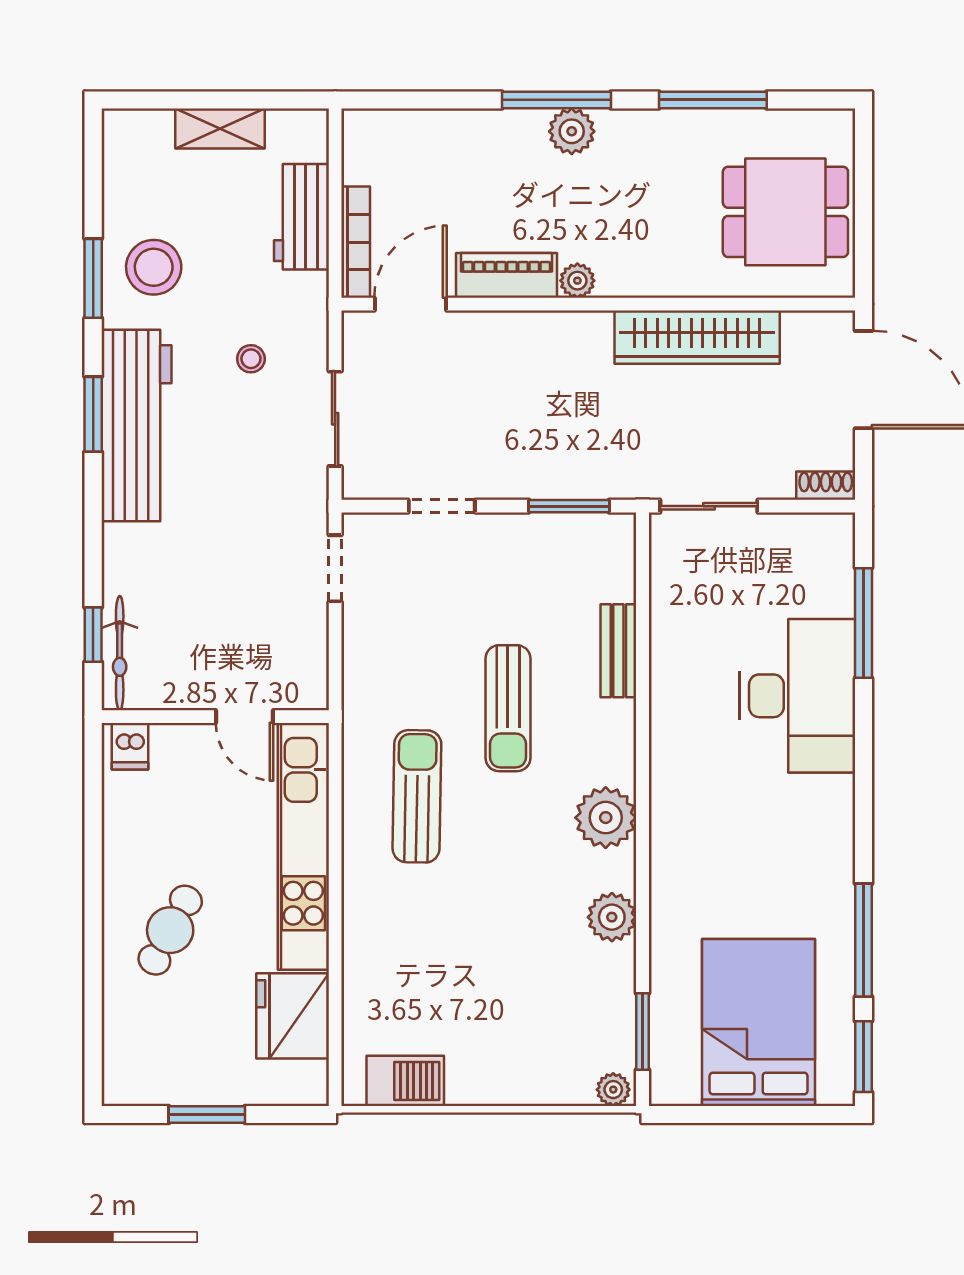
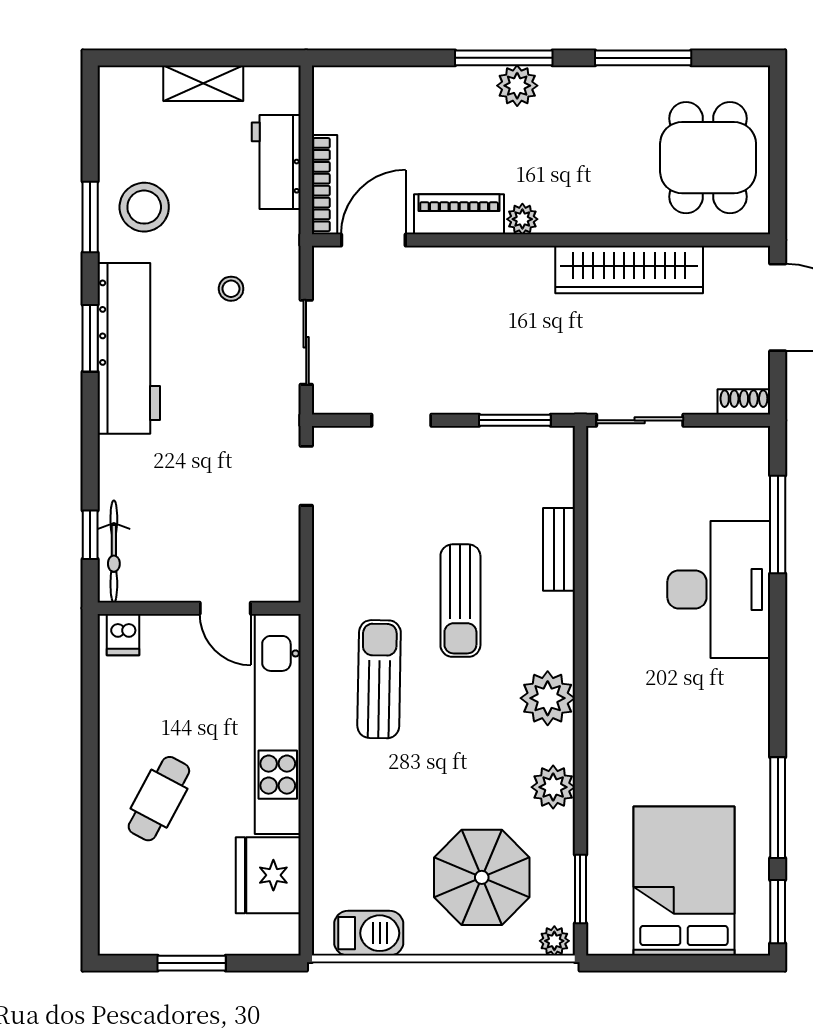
dining table: (785, 212) -> (708, 158), turned 90
parasol: (532, 1018) -> (482, 877), added

